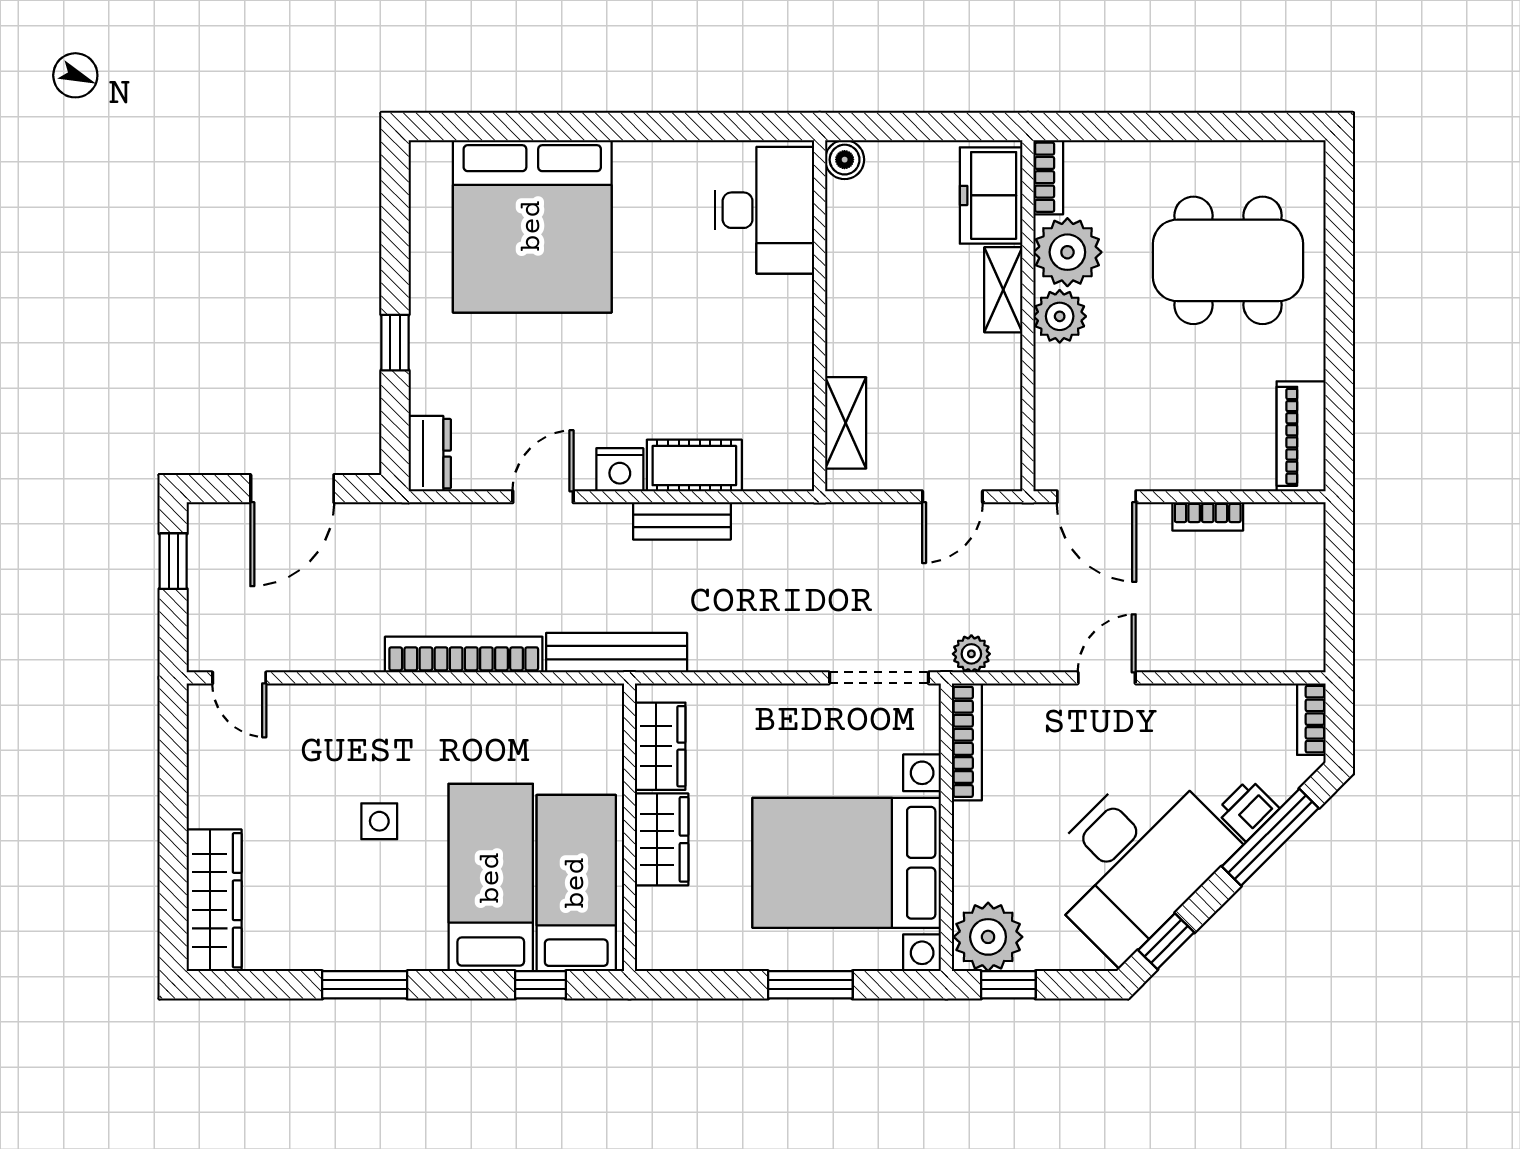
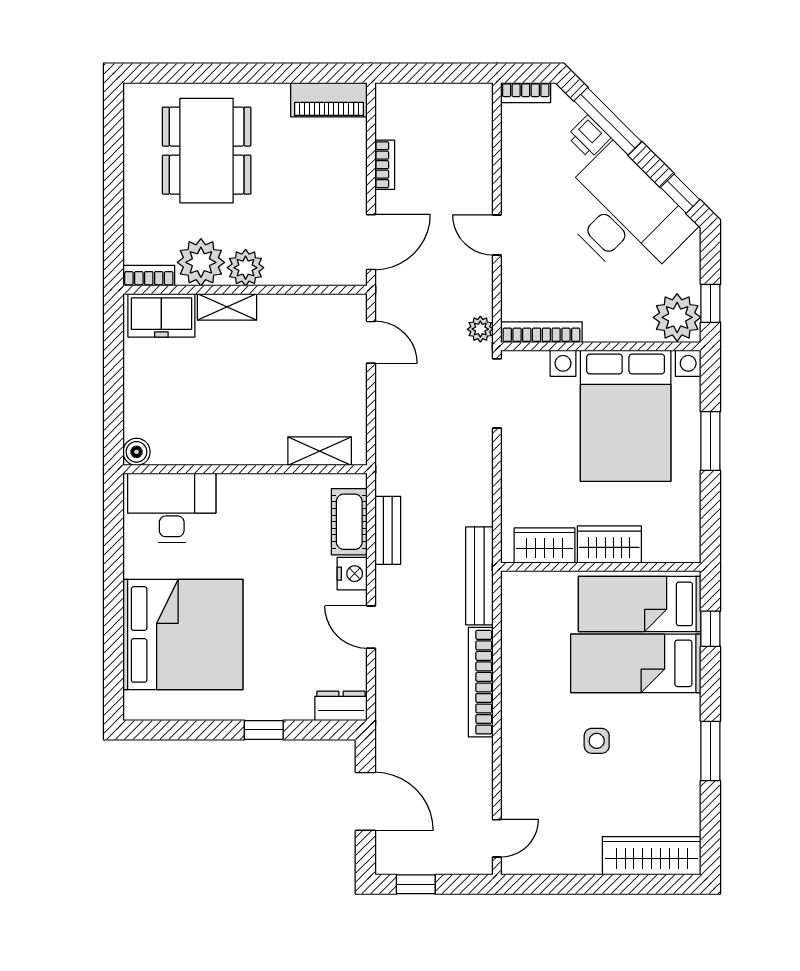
boiler: (845, 160) -> (137, 452), moved
desk: (764, 210) -> (172, 508), moved
wall: (820, 316) -> (245, 469), moved
shelving: (846, 423) -> (320, 451), moved

